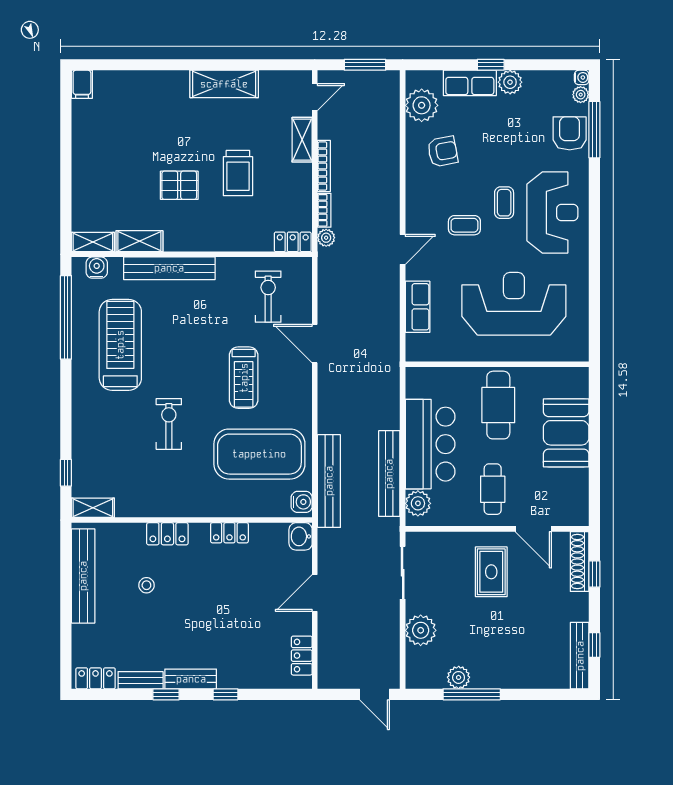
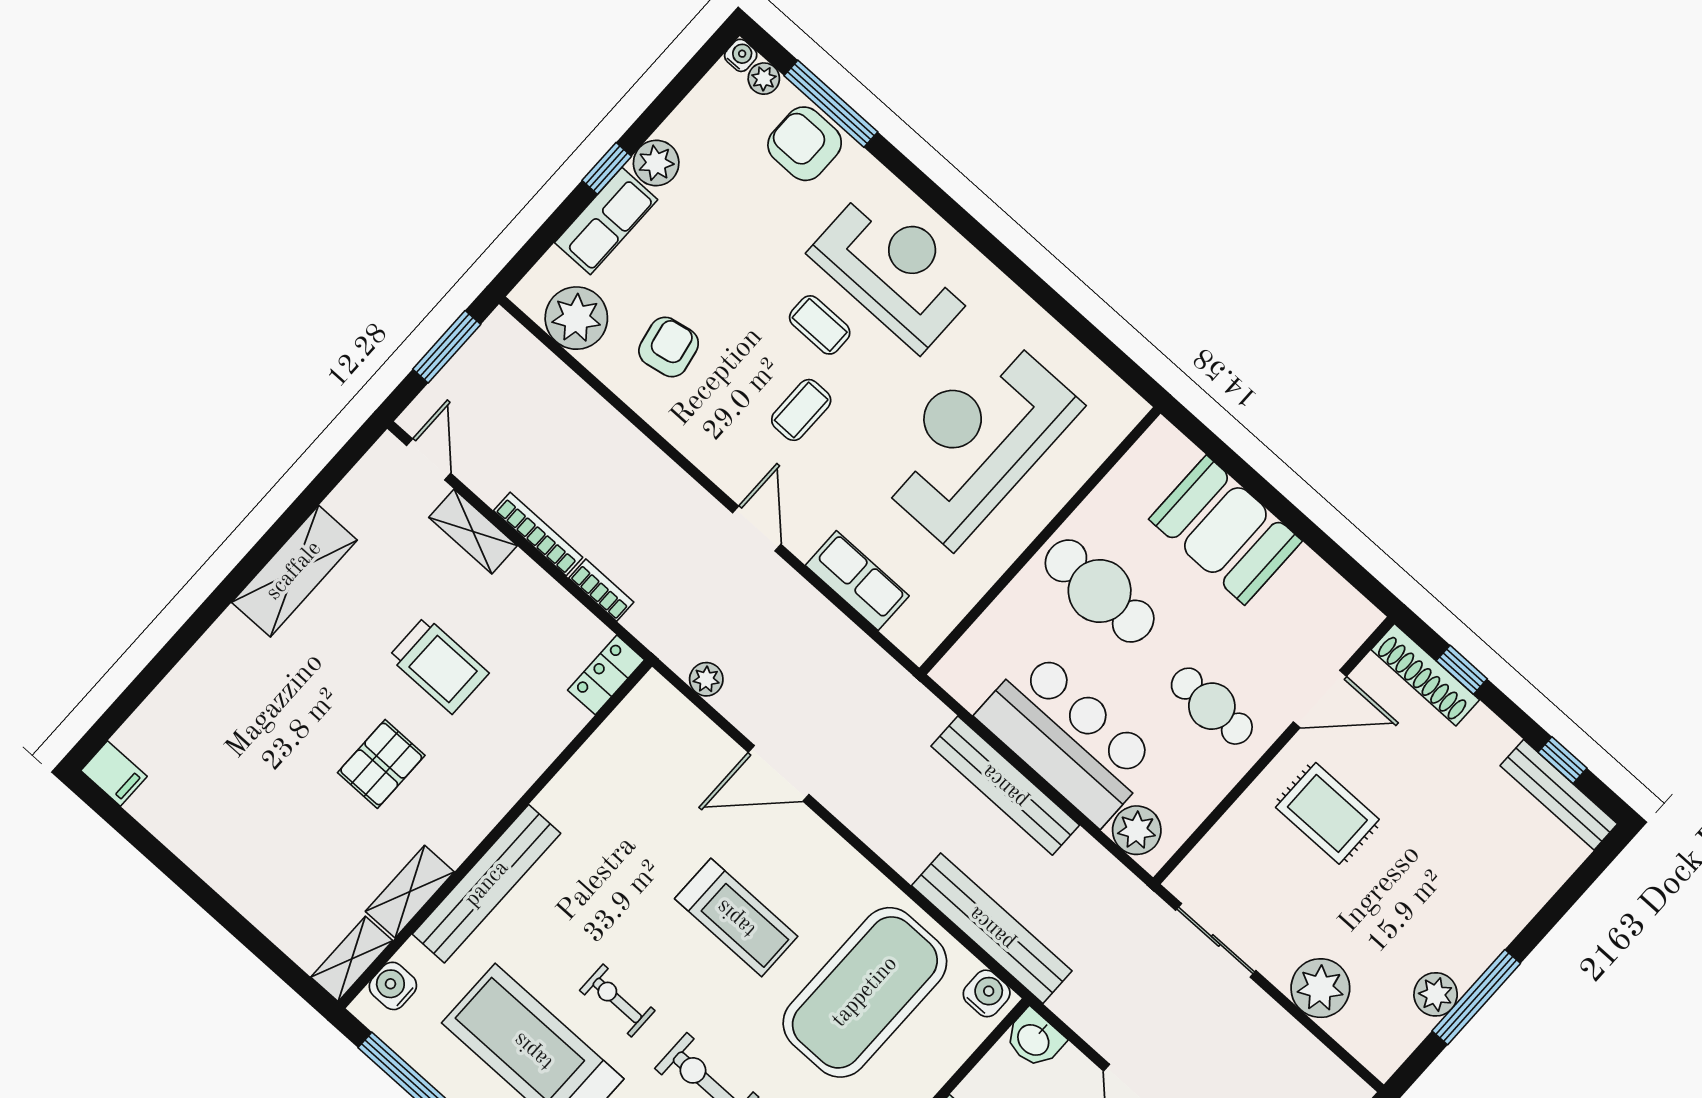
plant: (326, 238) -> (706, 679), moved
exercise bike: (268, 297) -> (617, 1000), moved, width x0.73, depth x0.72
bench: (389, 474) -> (1005, 786), moved

